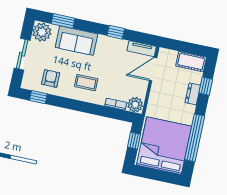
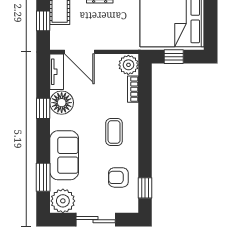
floor lamp: (117, 47) -> (62, 103), added
window: (183, 47) -> (43, 21), added

